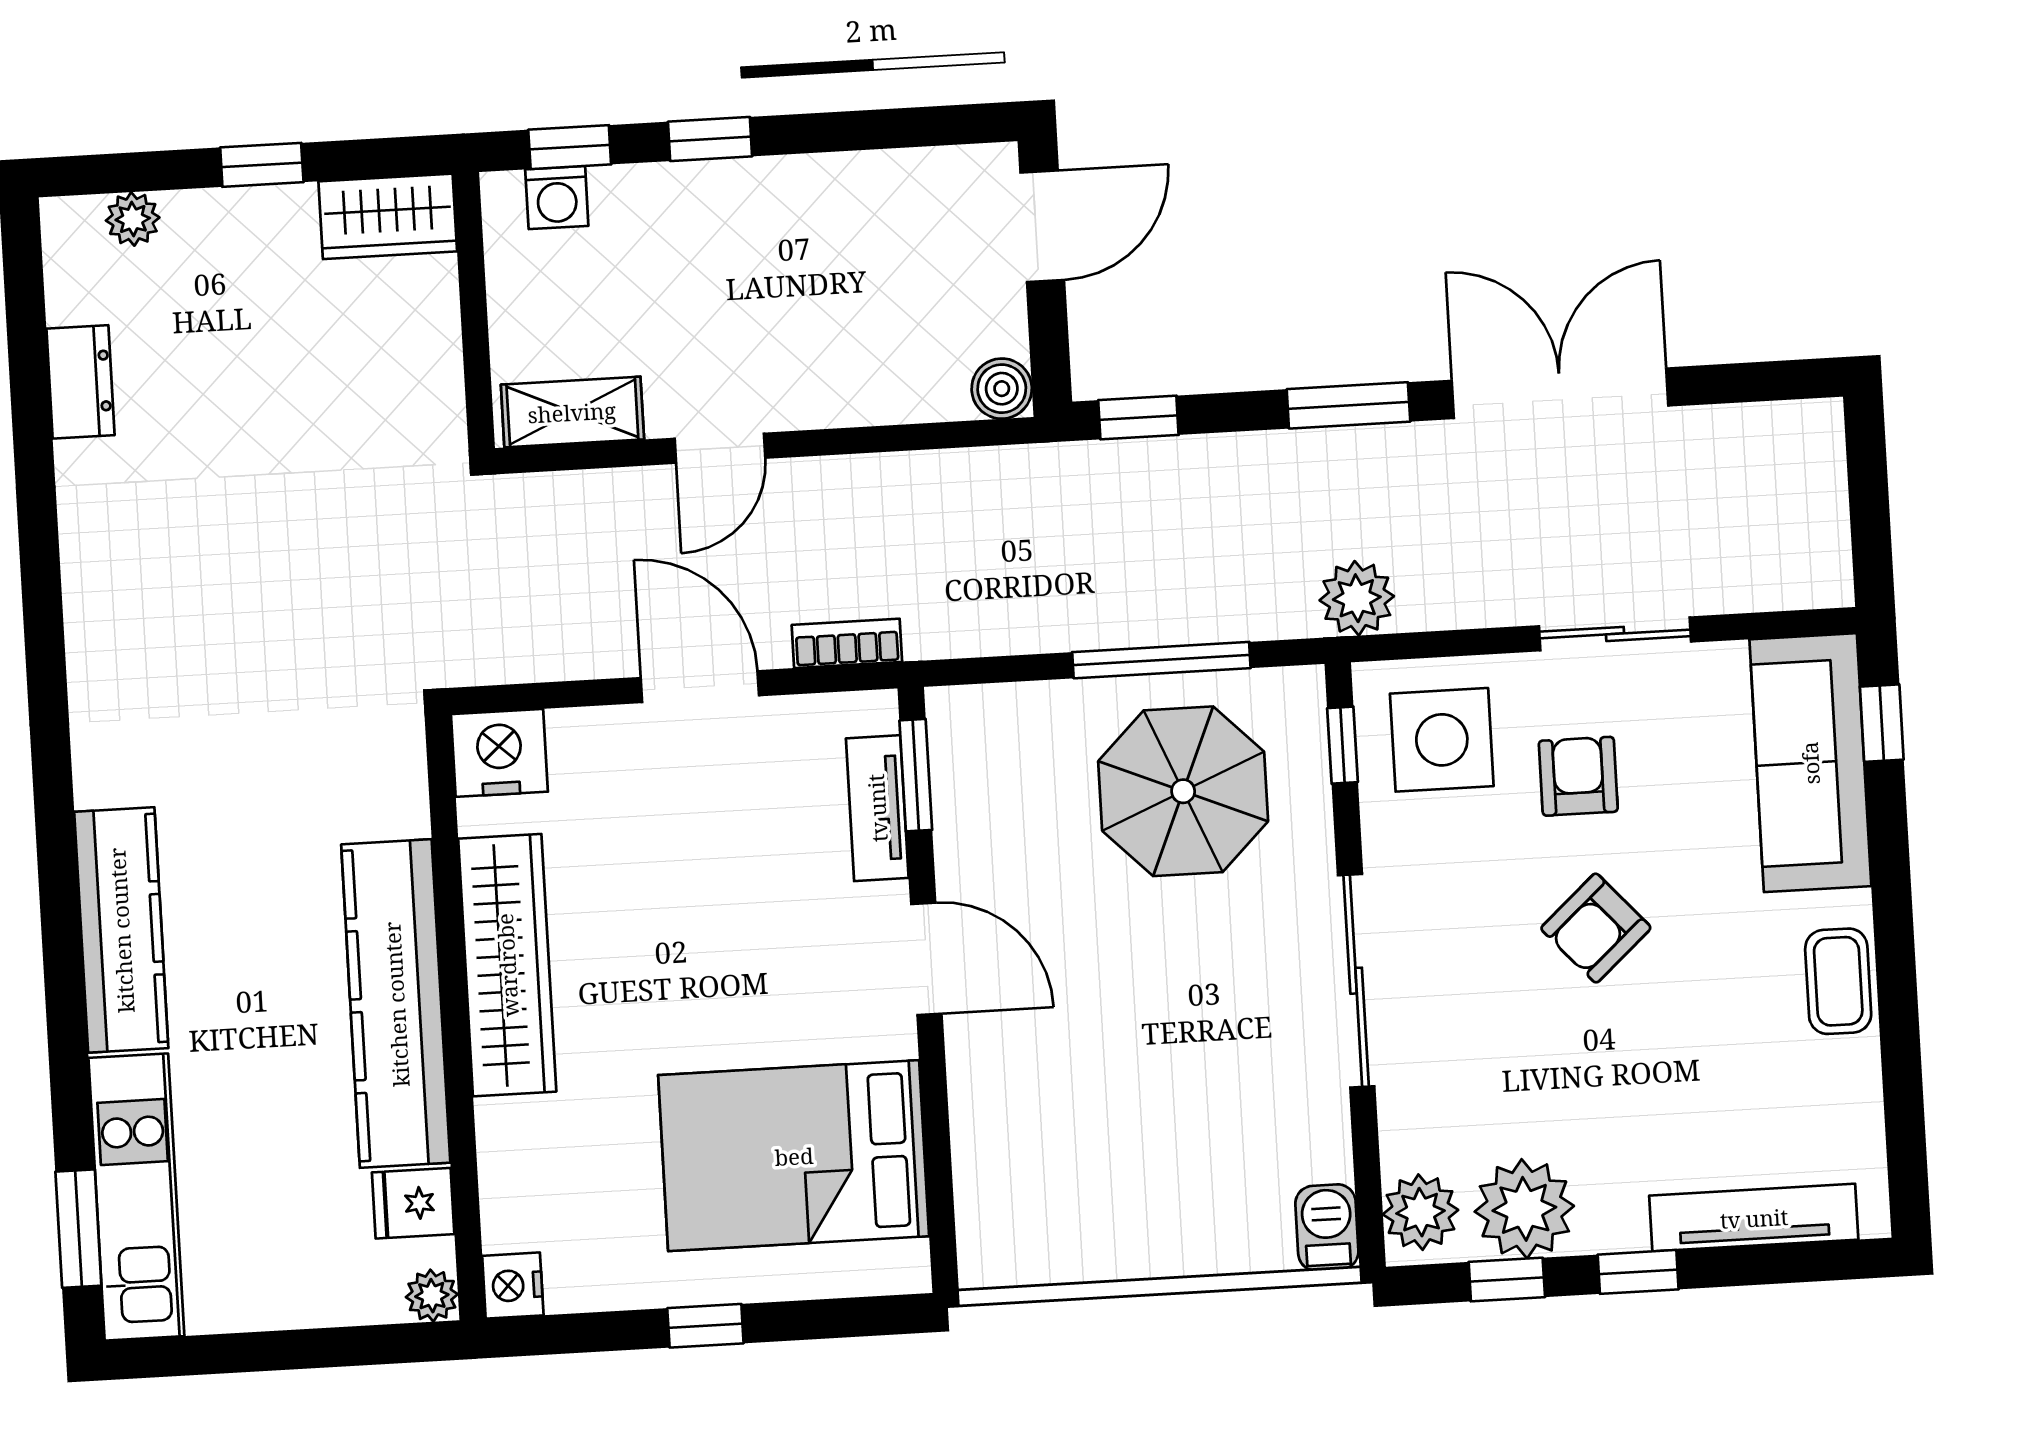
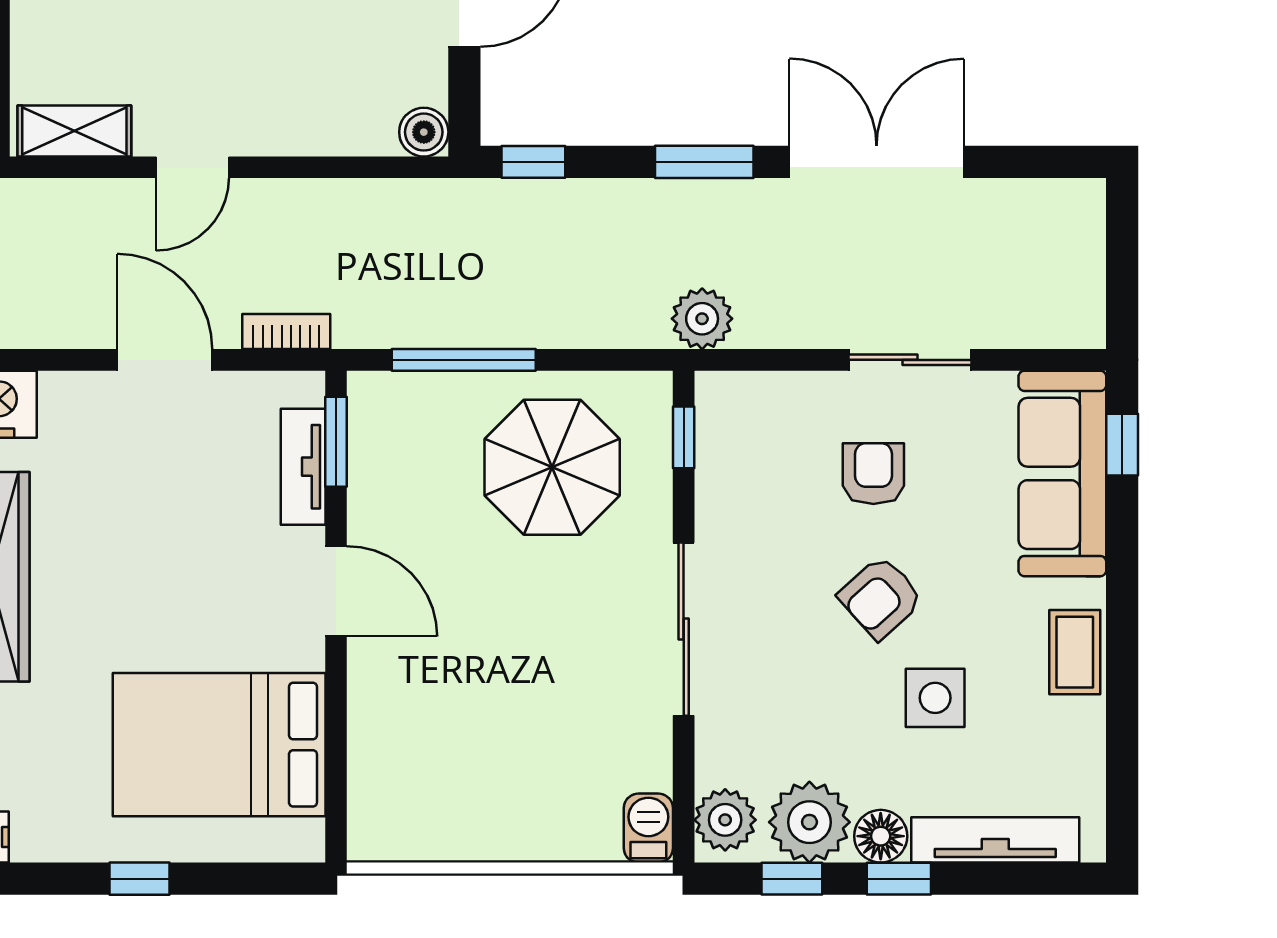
window: (1161, 660) -> (464, 360), moved
side table: (1442, 740) -> (935, 698), moved, width x0.73, depth x0.73
floor lamp: (1613, 1221) -> (881, 836), added

